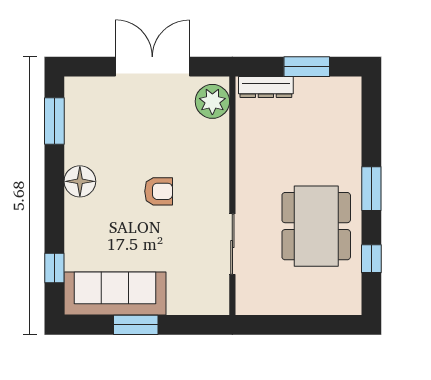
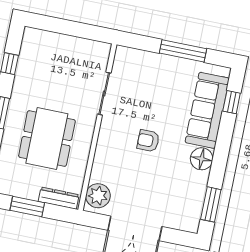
dining table: (316, 226) -> (47, 139), moved
sofa: (115, 294) -> (207, 110), moved, turned 90
window: (136, 325) -> (183, 51), width x1.44

